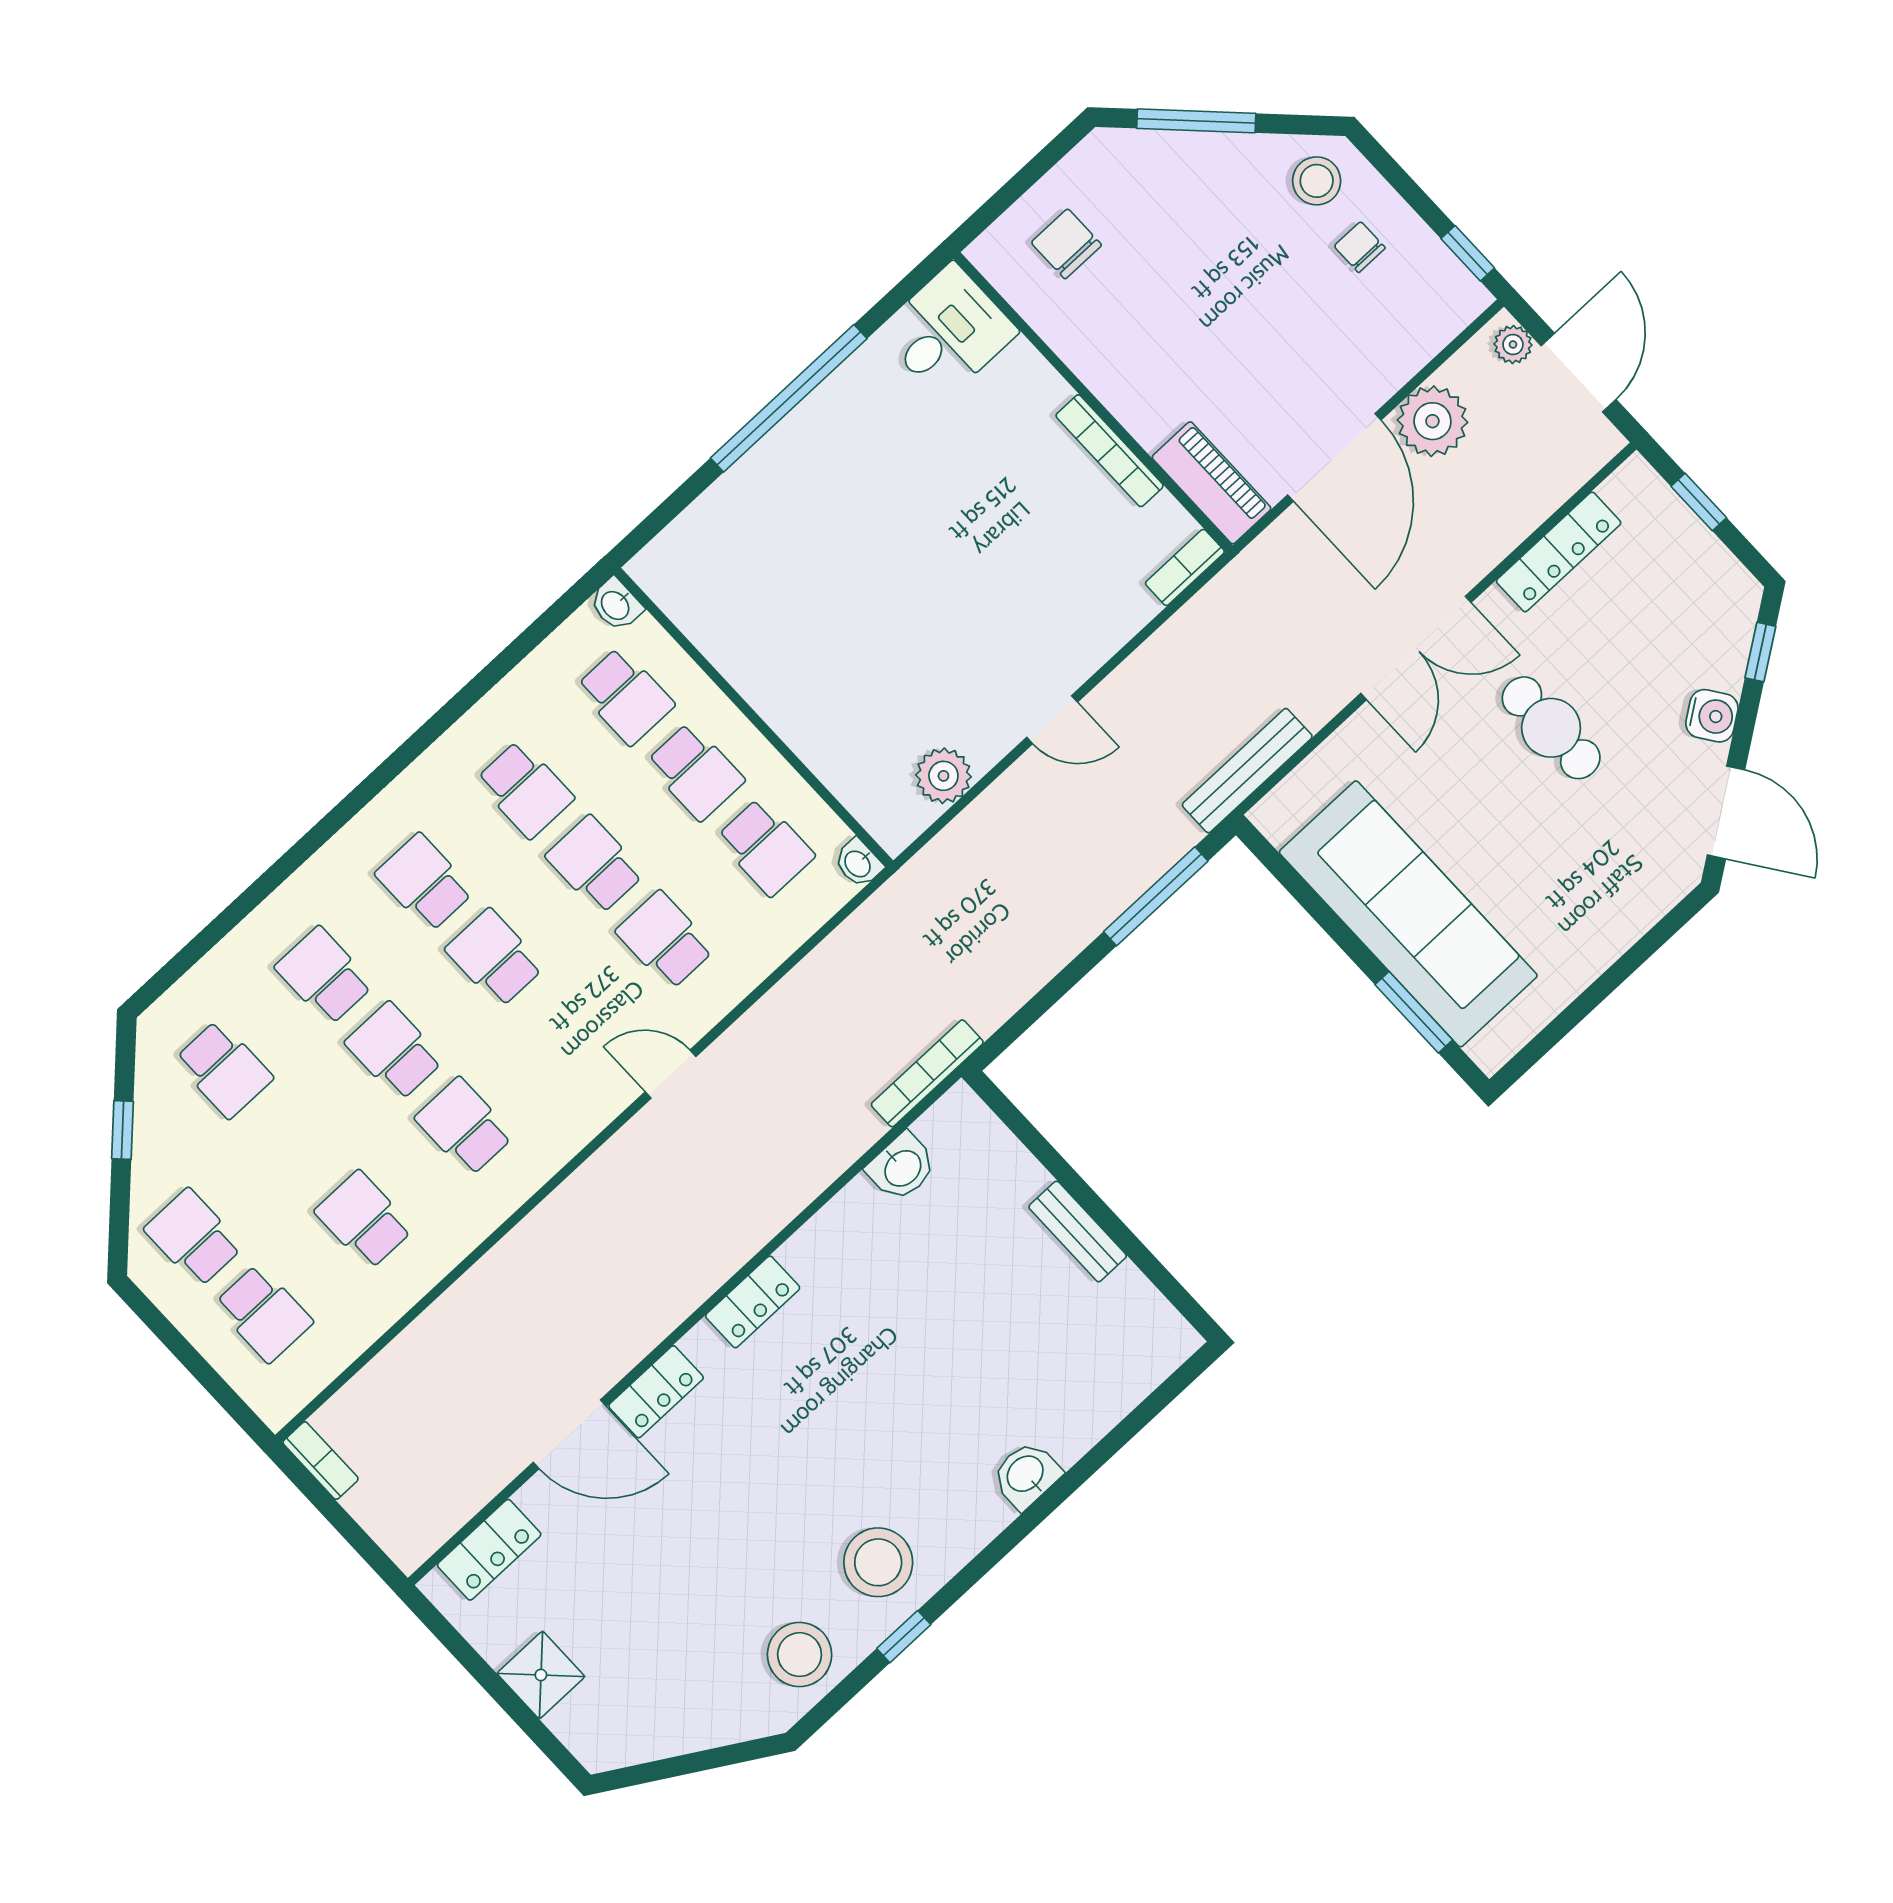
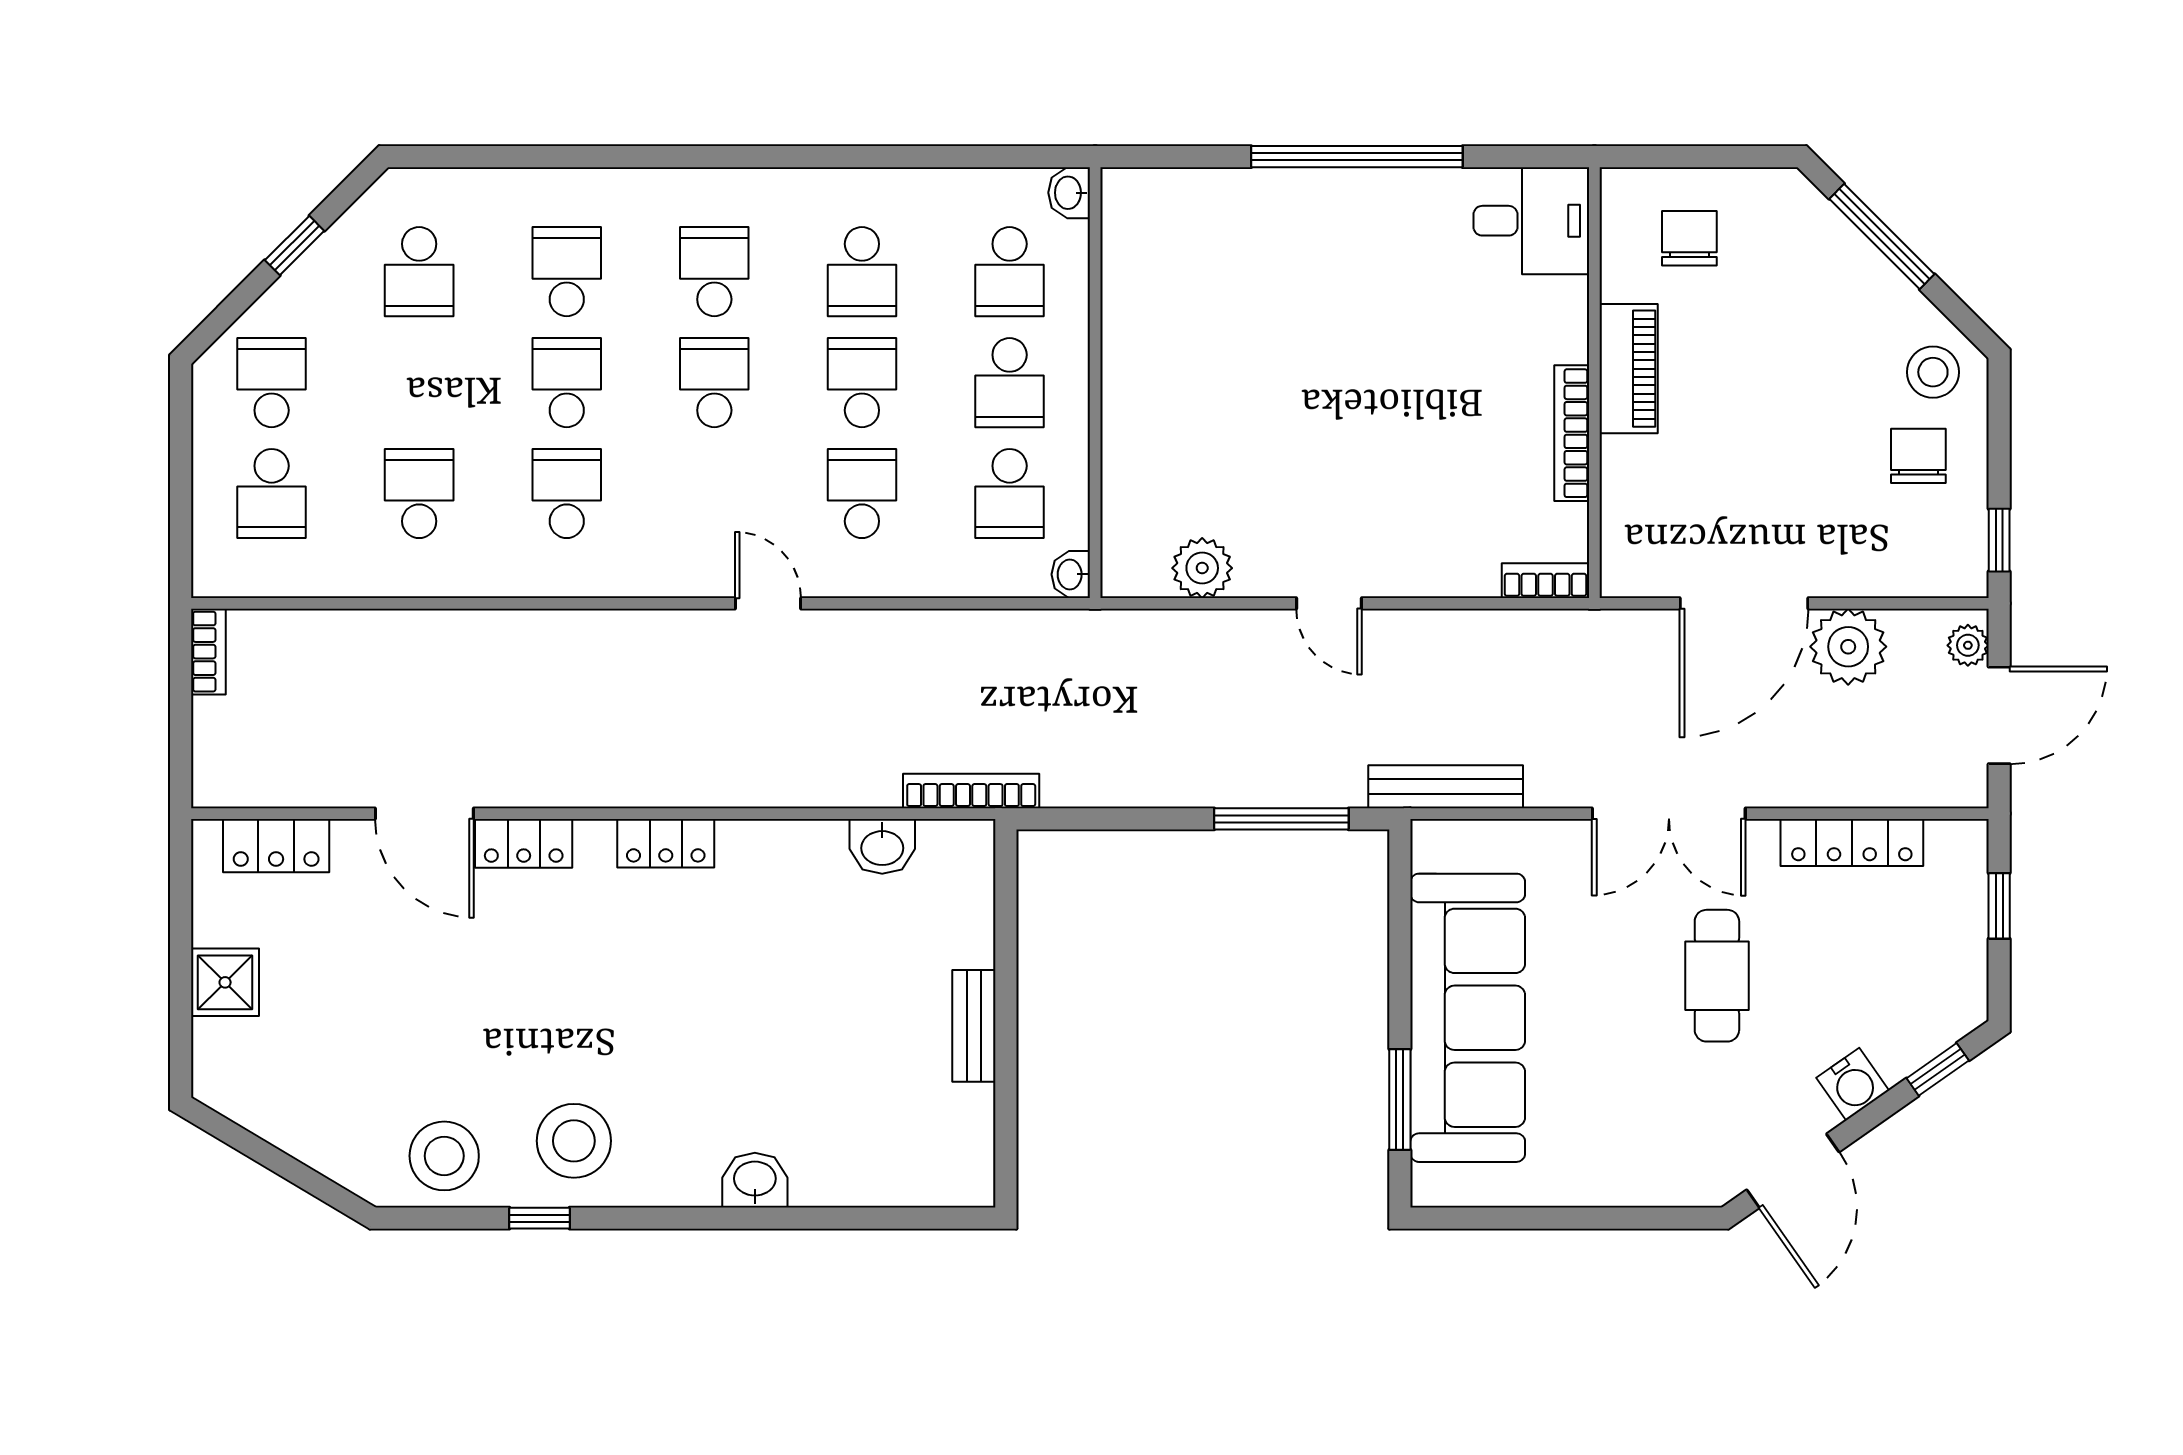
chair: (1360, 247) -> (1918, 456), width x1.37, depth x1.37
piano: (1212, 483) -> (1629, 369), moved

